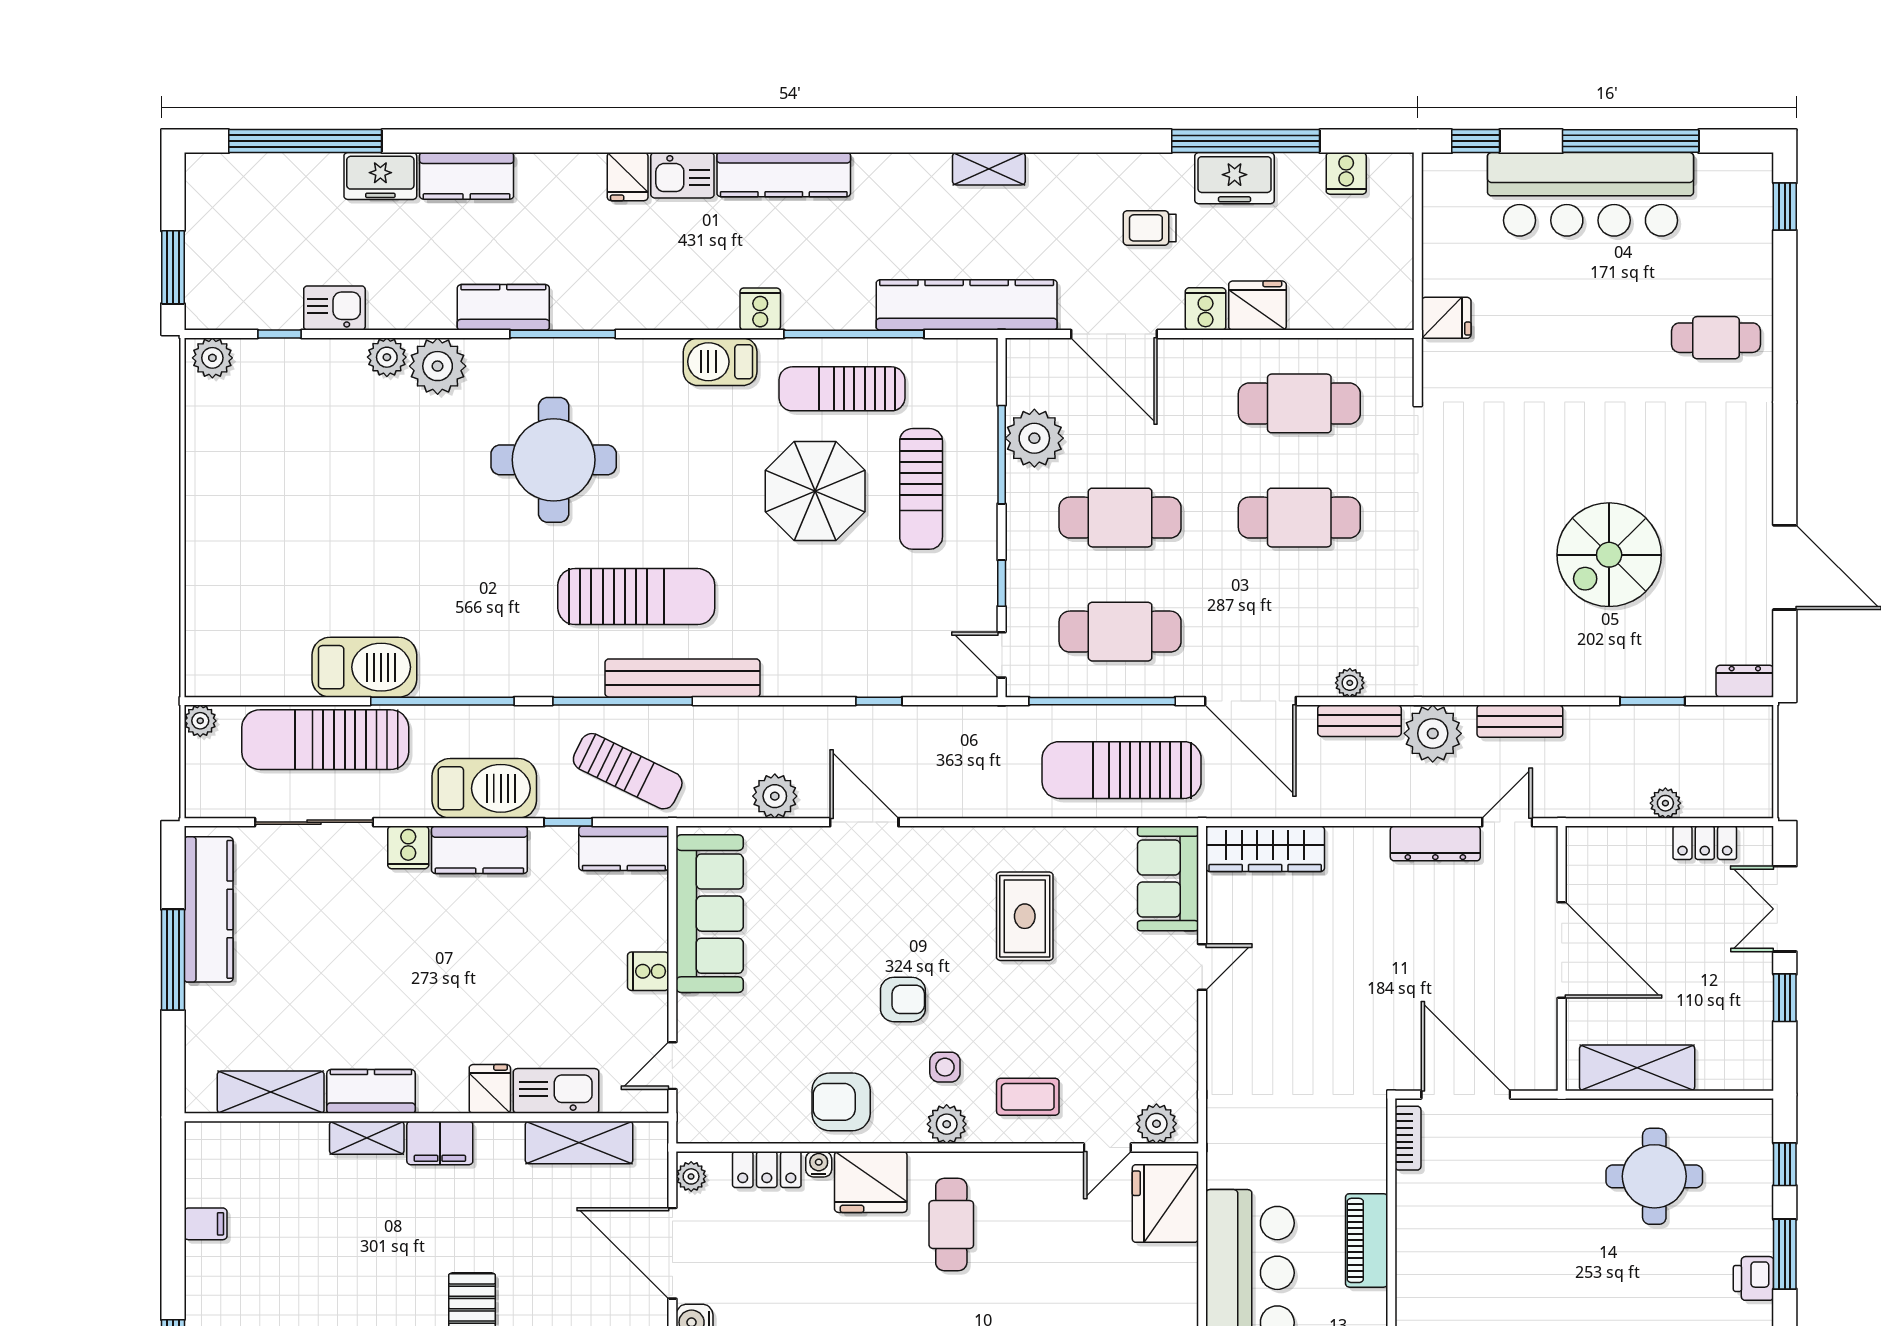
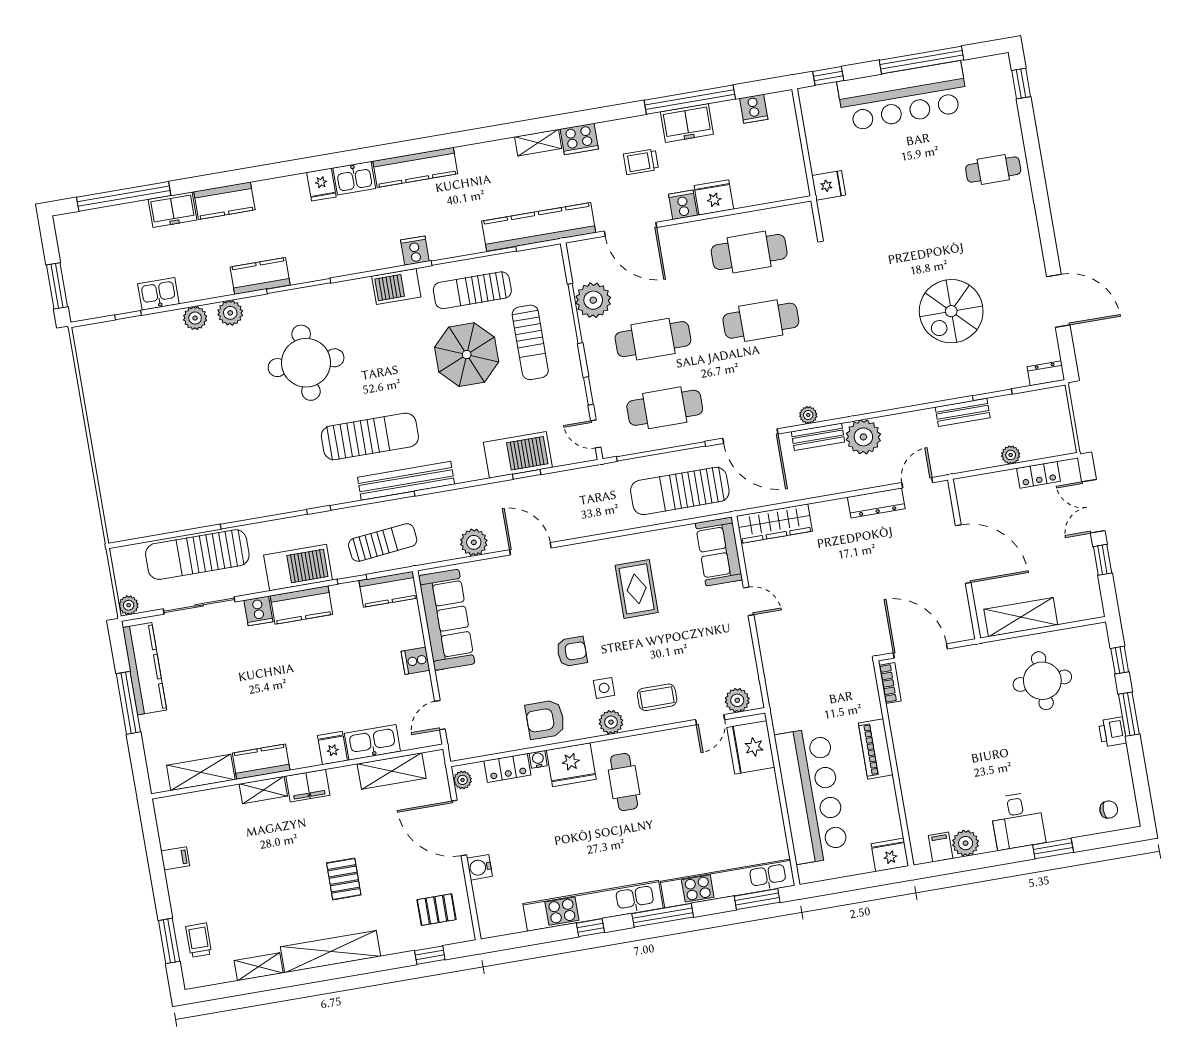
cooker: (1056, 174) -> (579, 139), added
plant: (212, 358) -> (90, 336), removed
plant: (438, 366) -> (230, 313), width x0.73, depth x0.73
barbecue: (364, 667) -> (518, 455), moved
plant: (200, 721) -> (129, 605), moved
bench: (1520, 721) -> (963, 412), moved
sun lounger: (628, 771) -> (383, 542), turned -32
door: (1202, 967) -> (749, 601), hinge flipped

